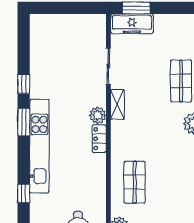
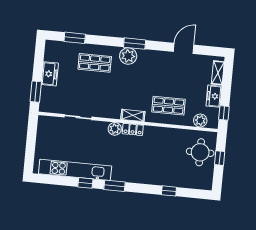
freezer: (132, 24) -> (50, 74), moved, width x0.71
shelving: (117, 104) -> (133, 115), moved
kitchen unit: (39, 146) -> (75, 170), moved

